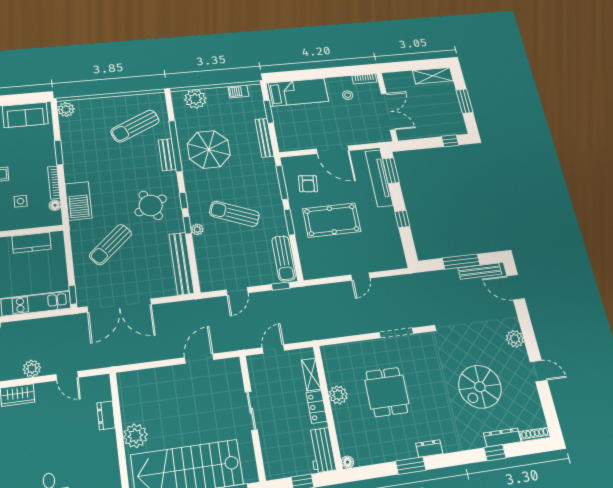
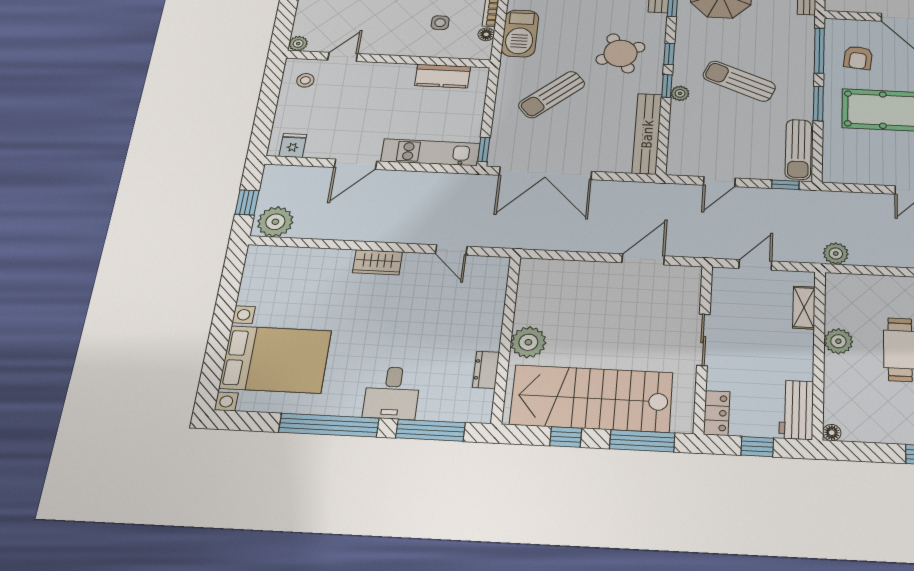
plant: (32, 368) -> (836, 253), moved
locker: (317, 407) -> (717, 413), moved, turned 180
dresser: (106, 415) -> (486, 370), moved

